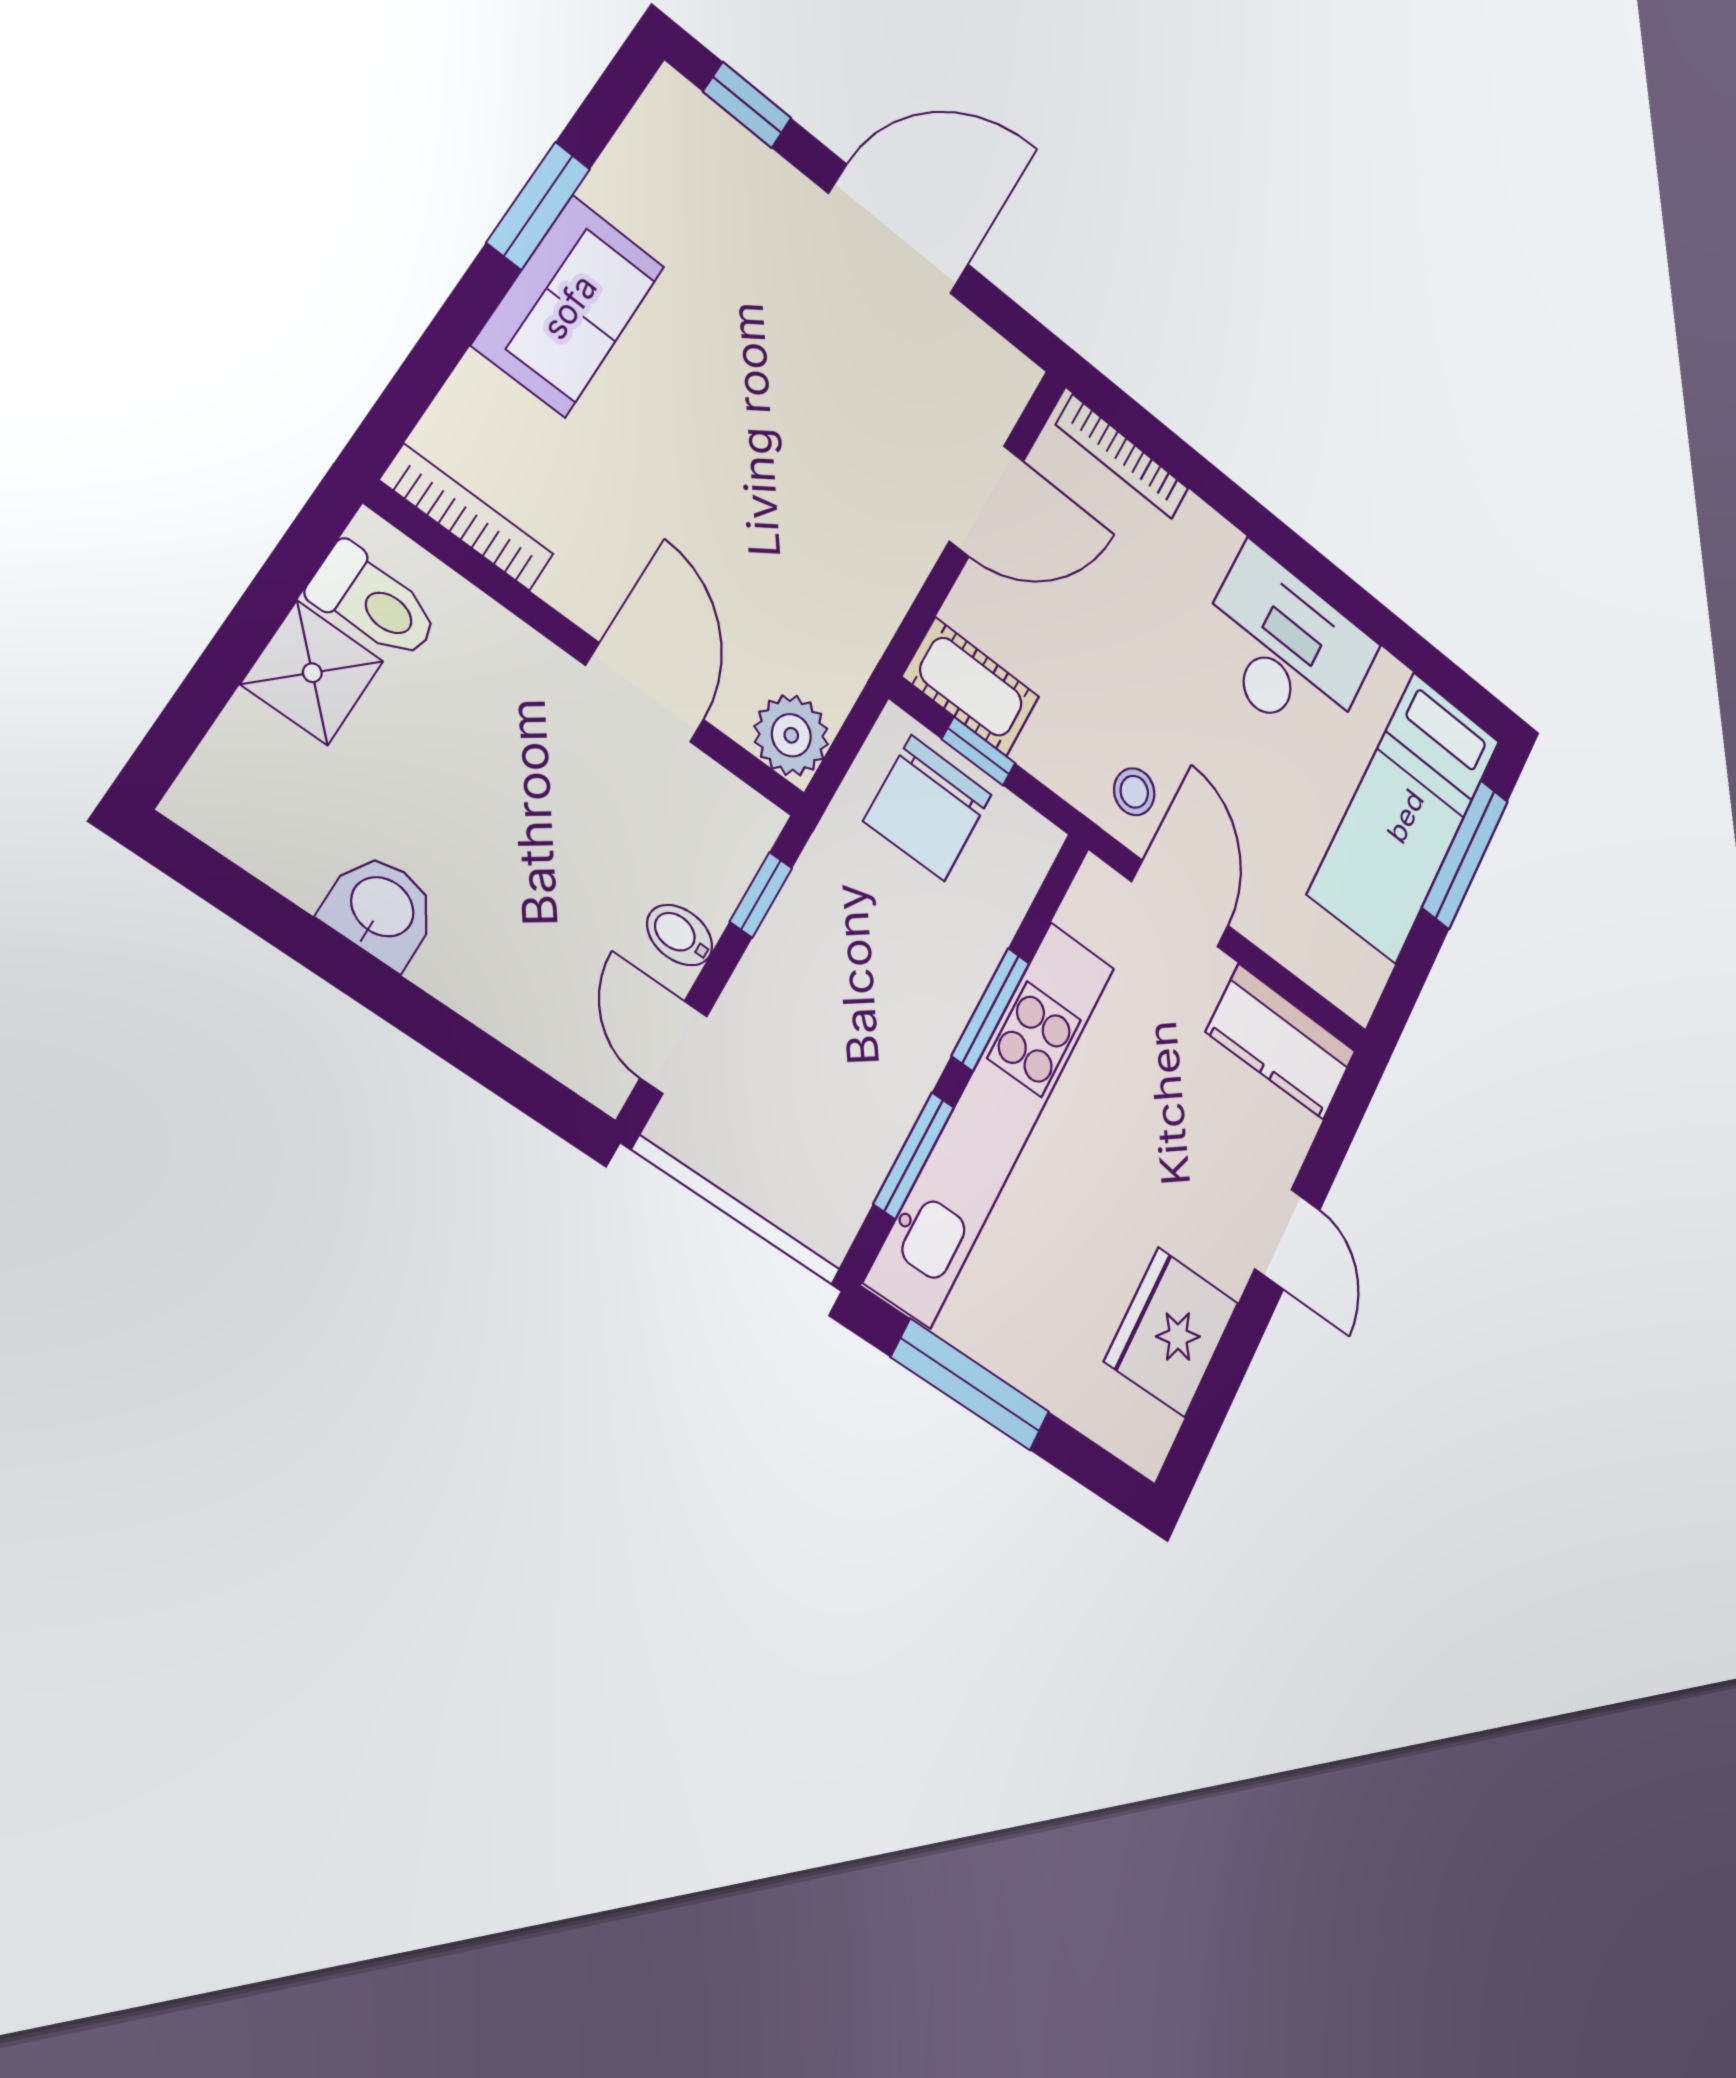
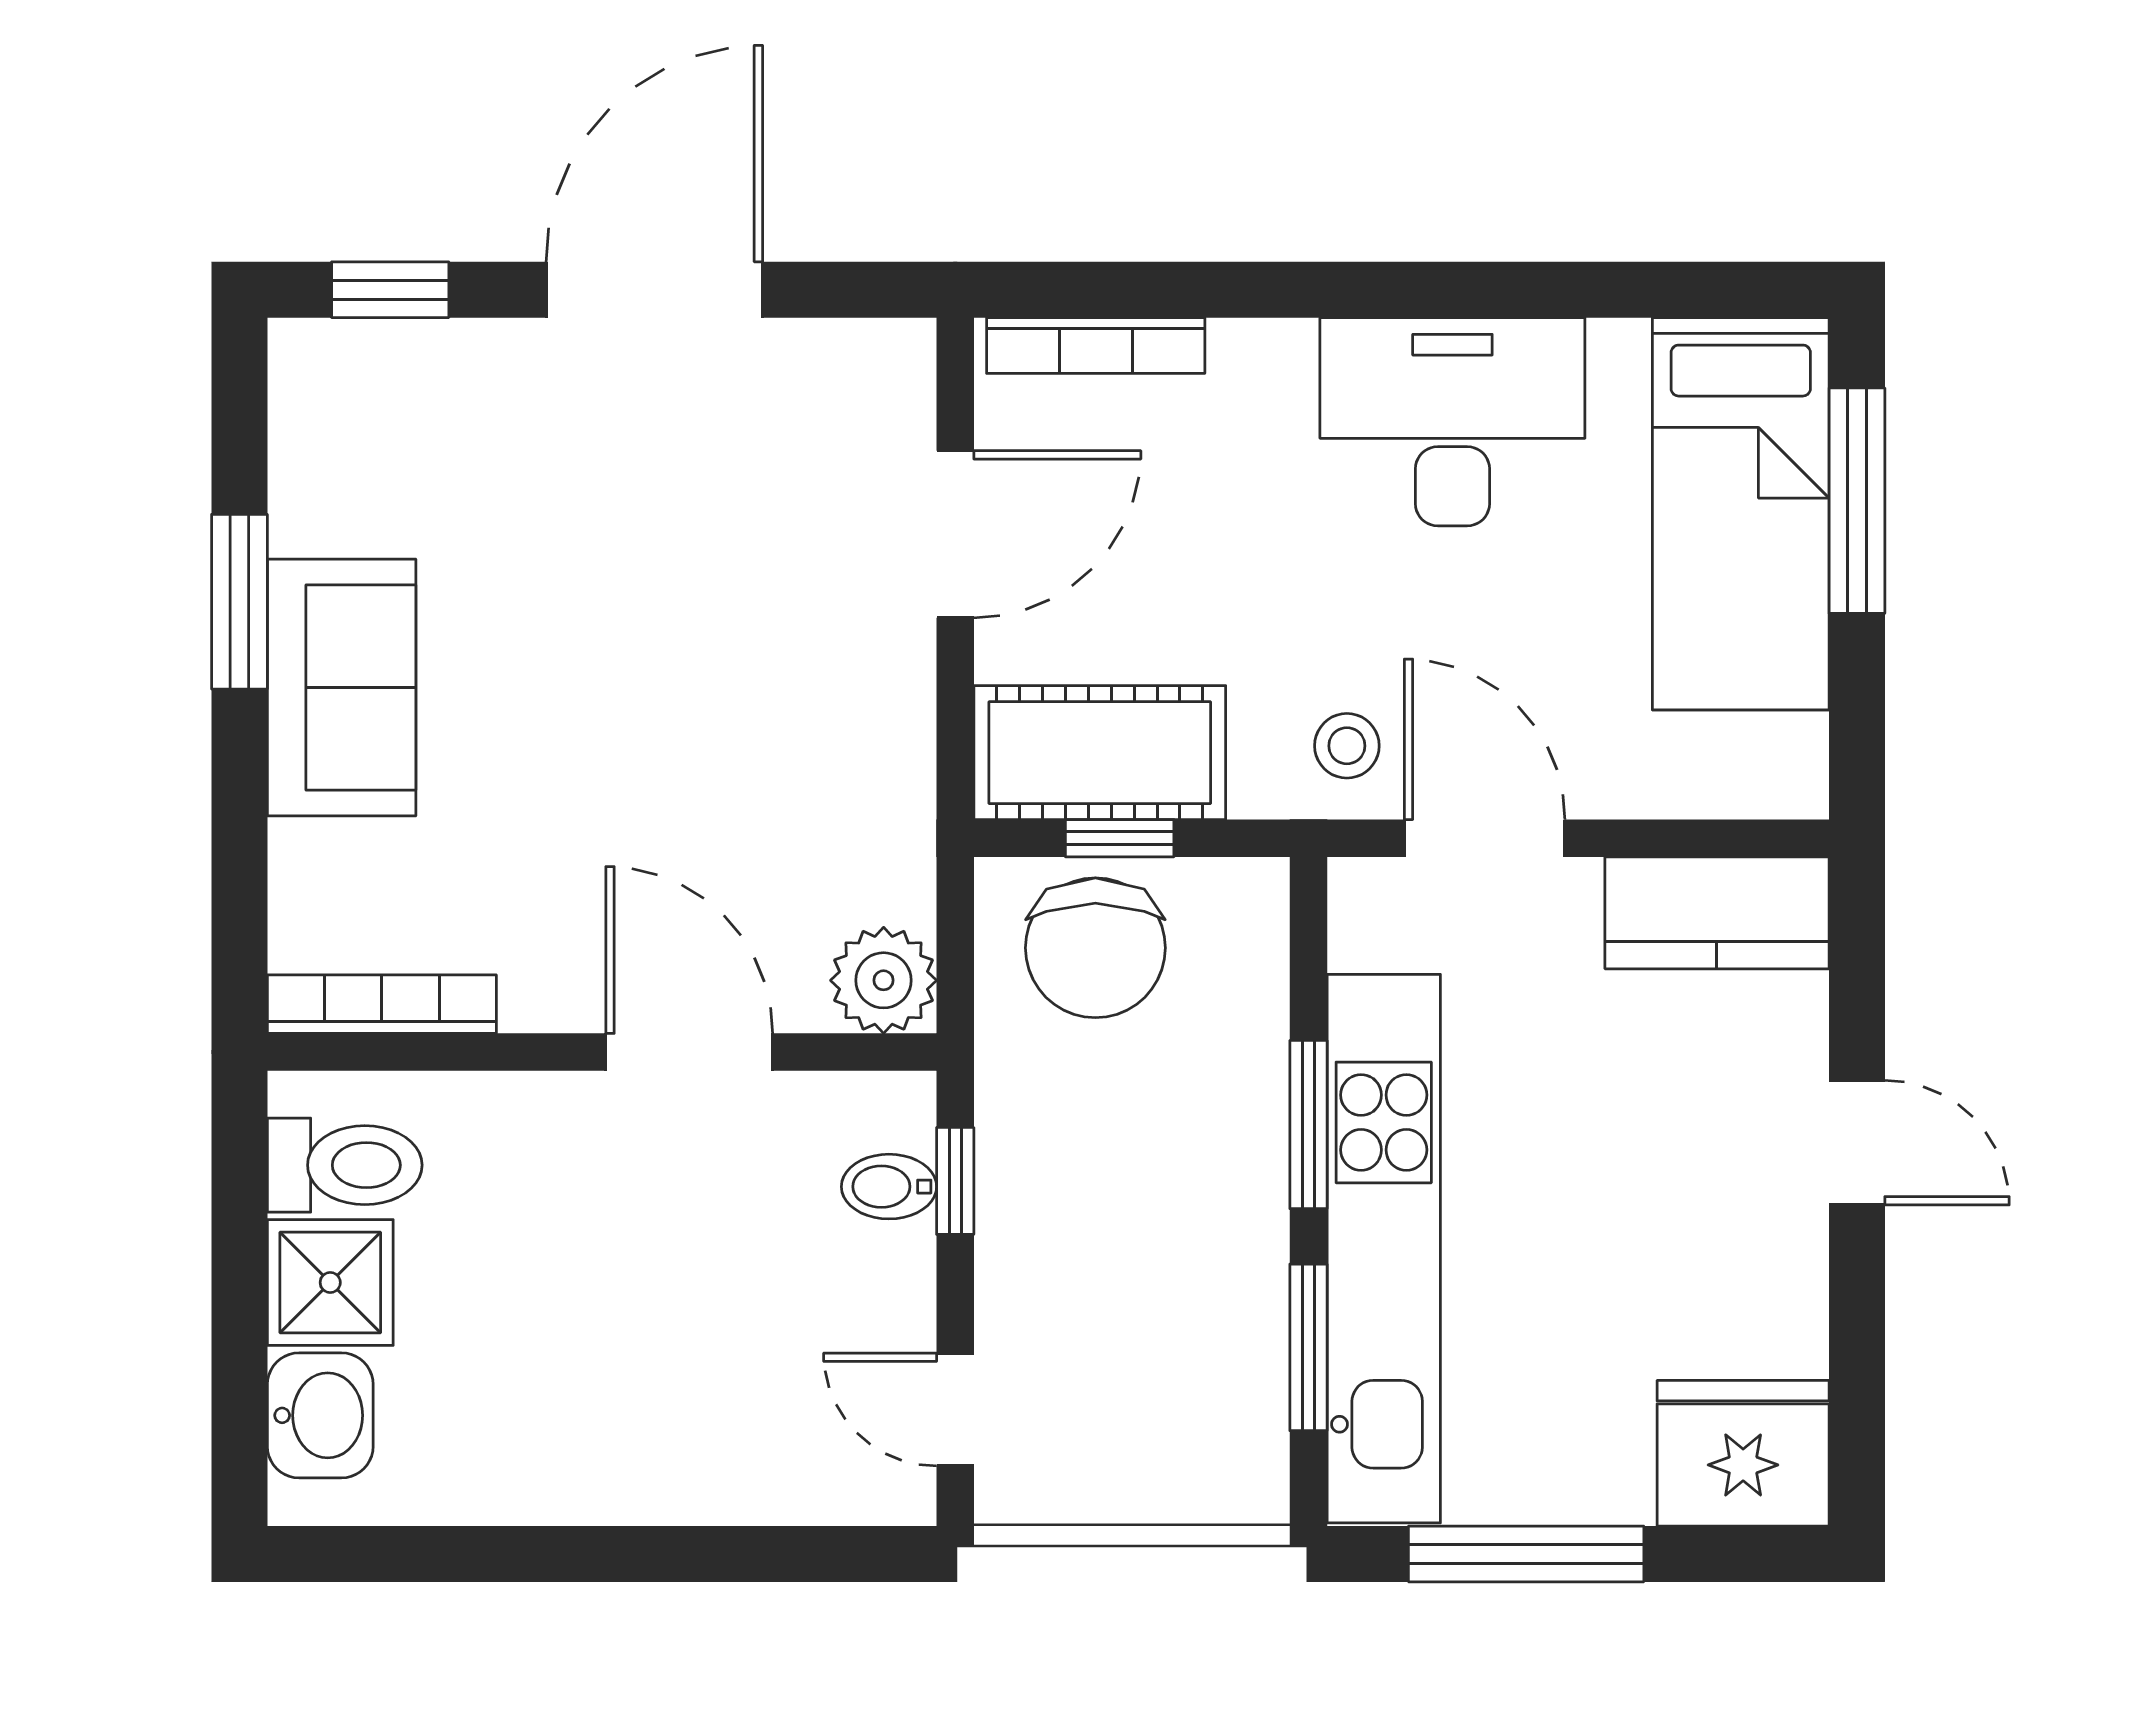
cot: (971, 687) -> (1100, 753), width x1.37, depth x1.34
washbasin: (381, 909) -> (320, 1415), moved, turned 90
bidet: (680, 935) -> (889, 1187), moved
fridge: (1172, 1332) -> (1743, 1453), moved, turned 90

